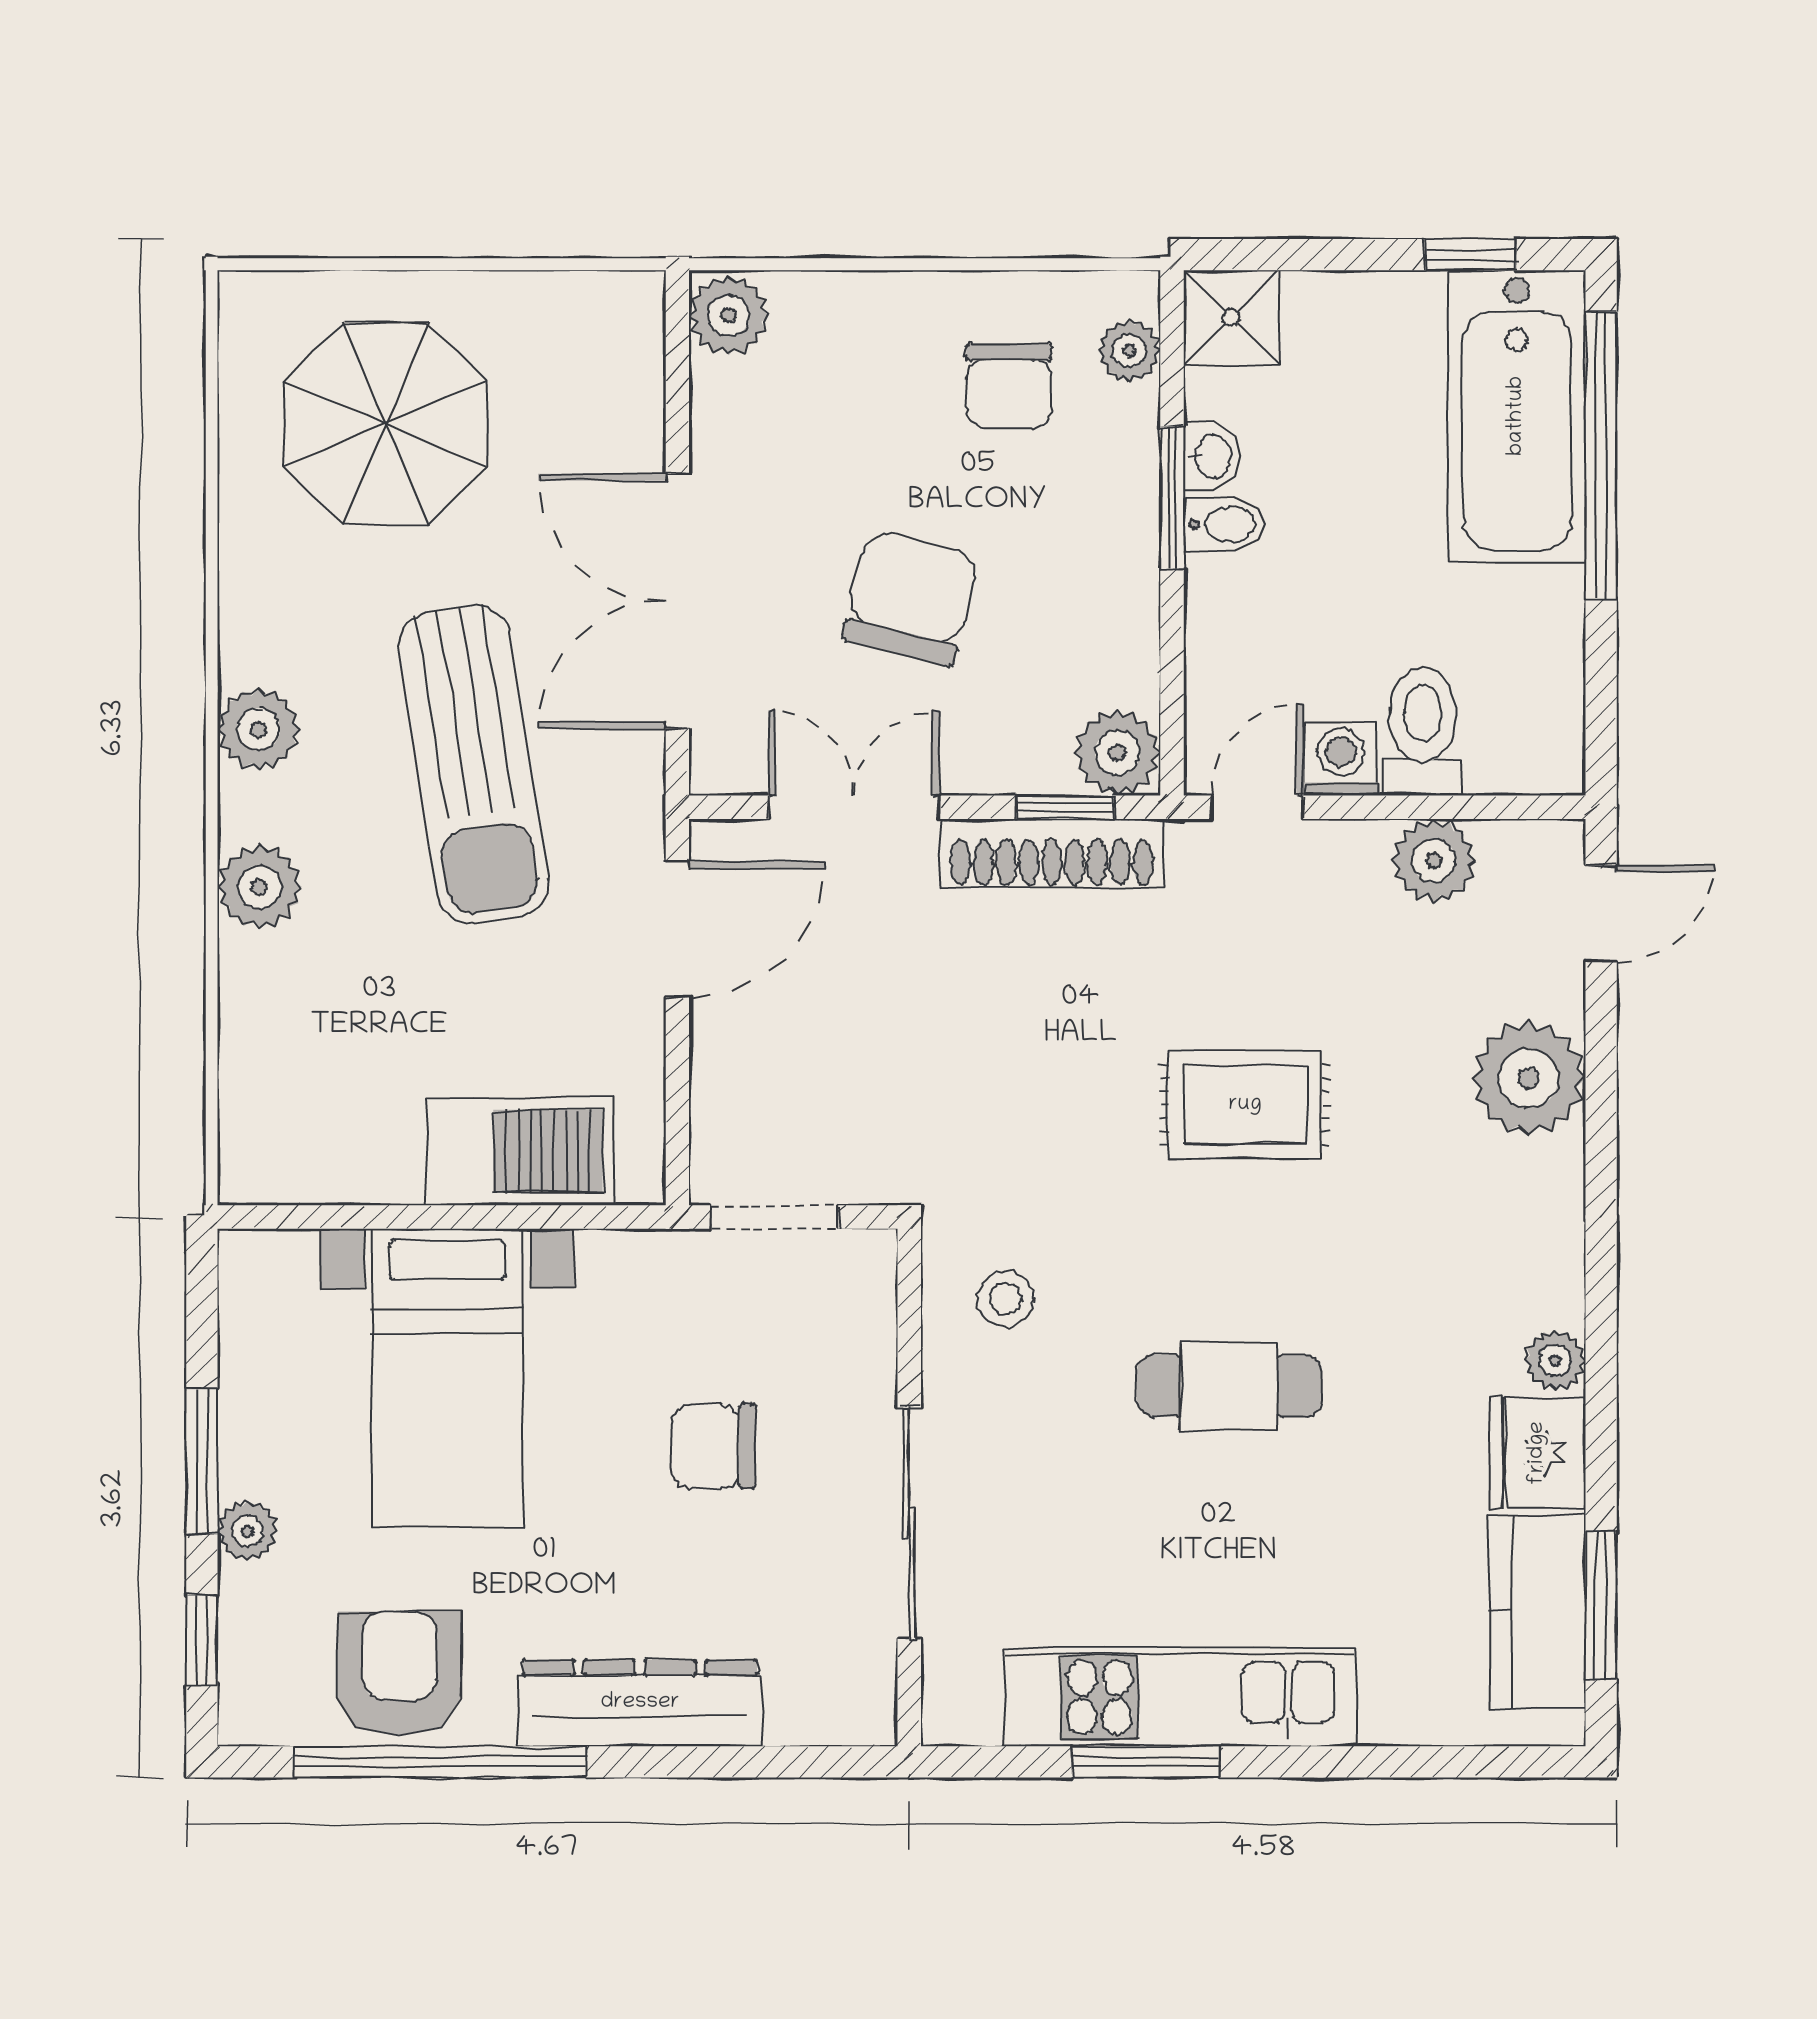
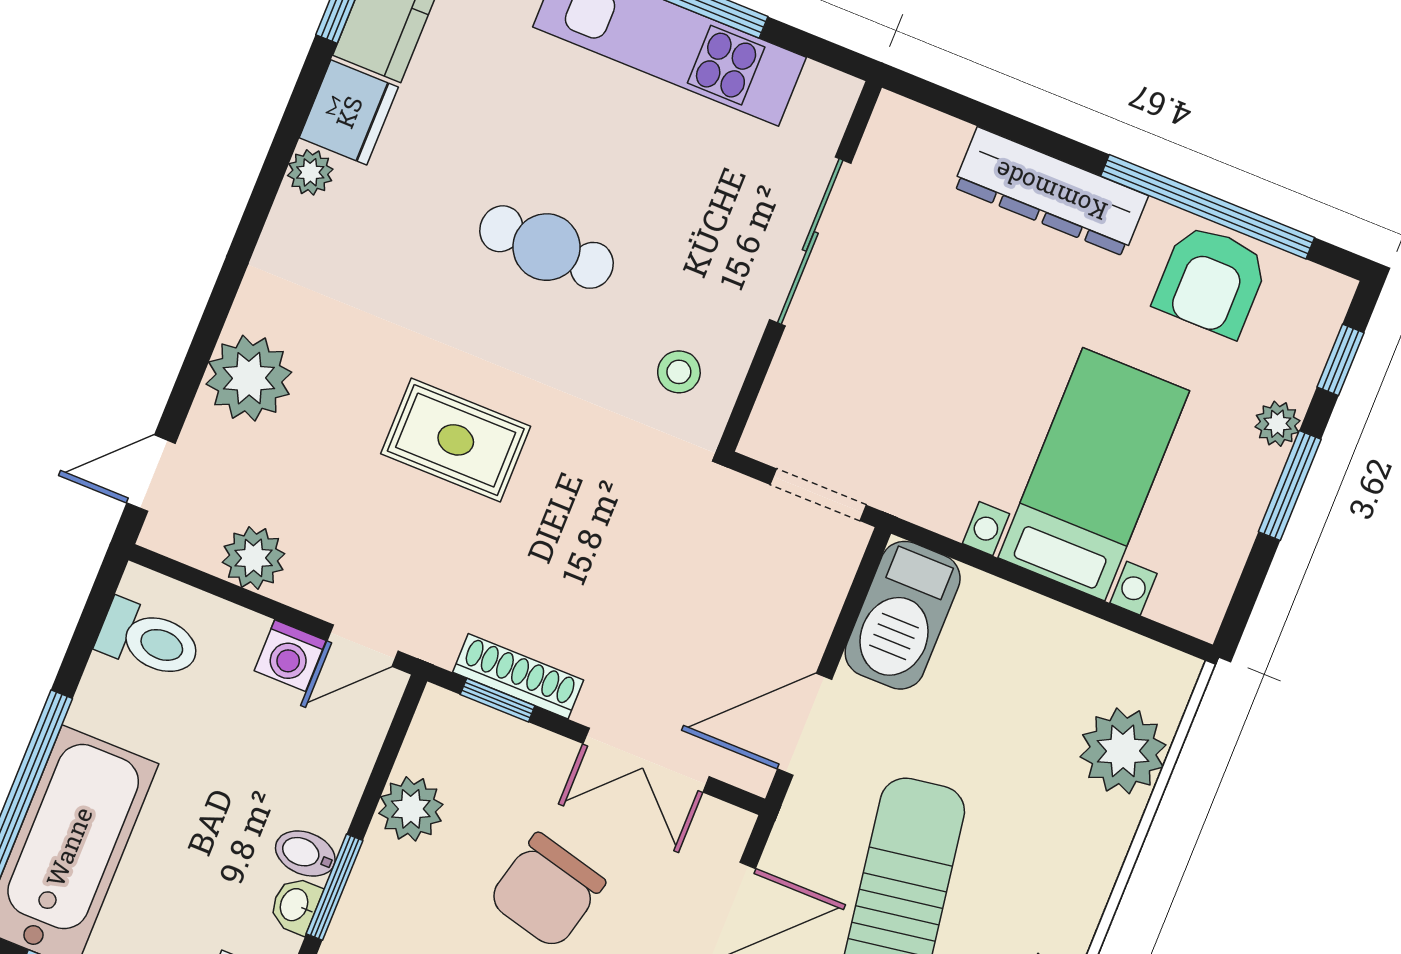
toilet: (1423, 731) -> (149, 640), moved, turned -90
plant: (1117, 753) -> (411, 809), moved
shoe rack: (1052, 853) -> (518, 676), width x0.74, depth x0.81
plant: (259, 887) -> (1123, 751), moved, width x1.36, depth x1.36
barbecue: (520, 1151) -> (903, 615), moved, turned -90
chair: (713, 1446) -> (926, 351), removed

